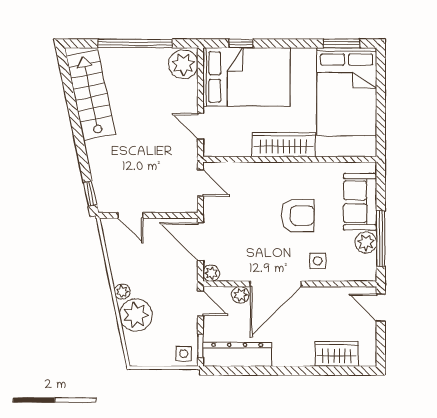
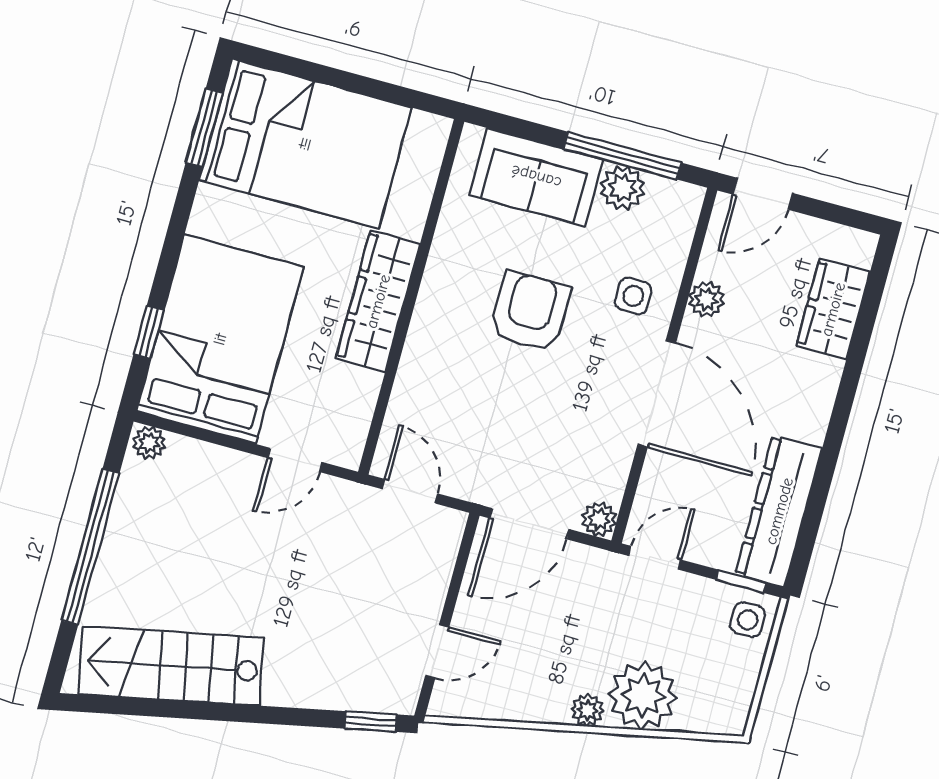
plant: (183, 64) -> (149, 443), width x0.53, depth x0.53
door: (200, 183) -> (410, 491), hinge flipped
plant: (240, 295) -> (706, 299), moved

